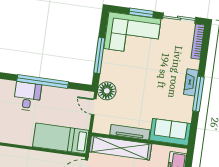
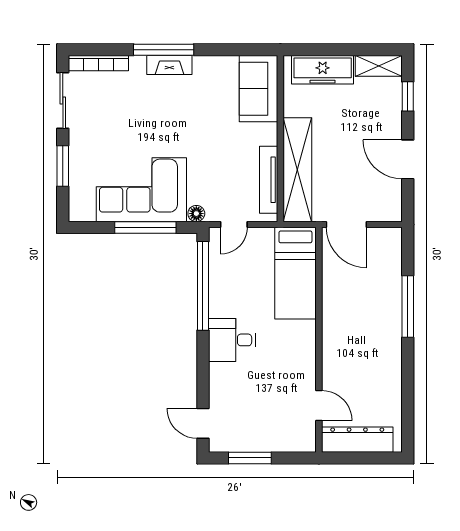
corner sofa: (132, 34) -> (141, 190), moved, turned -90
window: (43, 82) -> (203, 286), moved
floor lamp: (107, 91) -> (196, 214), width x0.53, depth x0.53
window: (198, 94) -> (164, 50), moved
tv unit: (130, 132) -> (269, 180), moved

